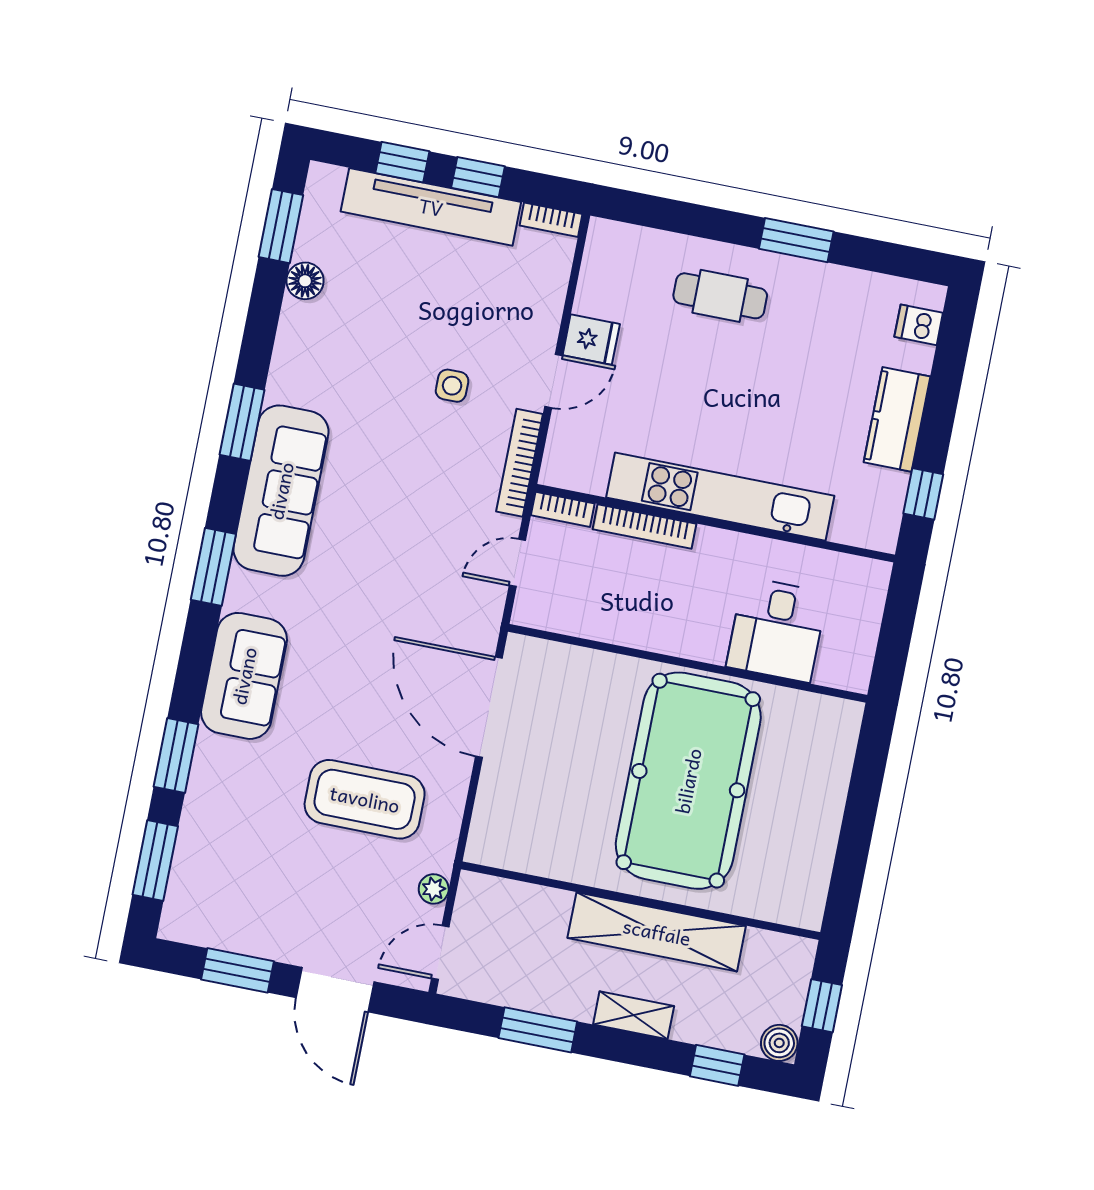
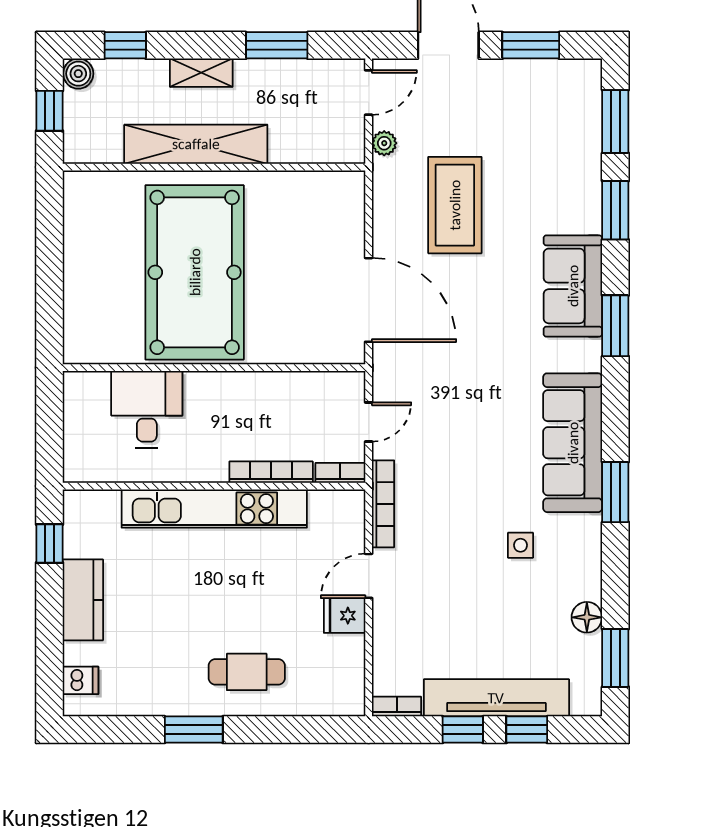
side table: (452, 386) -> (520, 545), moved
window: (213, 567) -> (615, 326), moved
coffee table: (365, 799) -> (455, 205), turned 90

